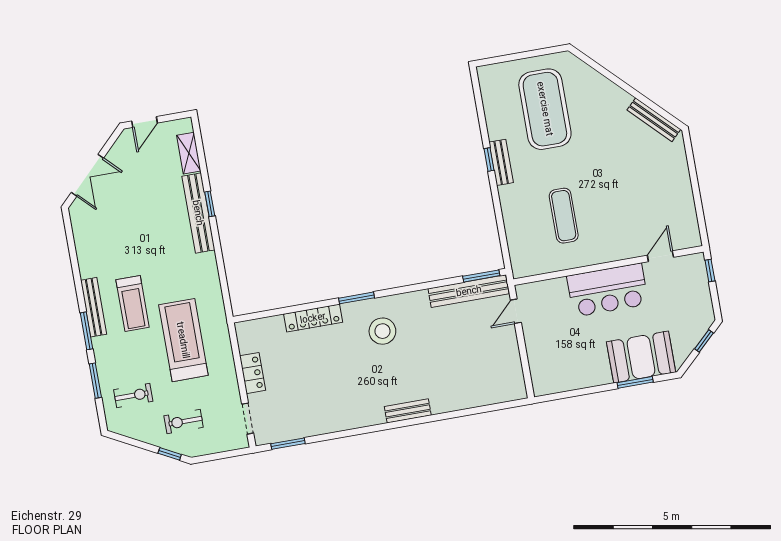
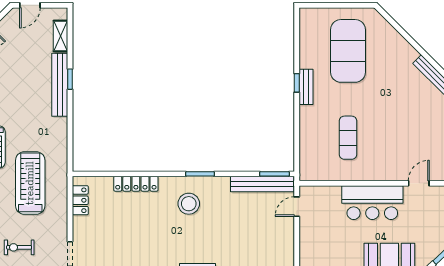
window: (357, 298) -> (200, 174), moved
locker: (252, 373) -> (80, 200), moved

